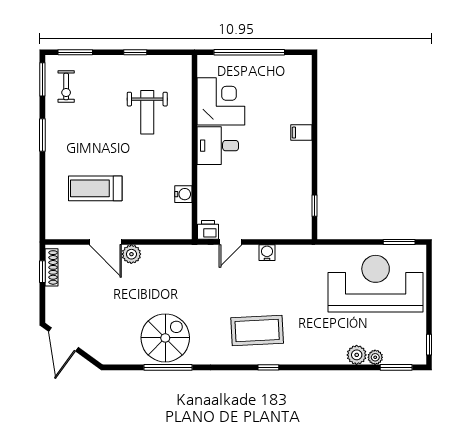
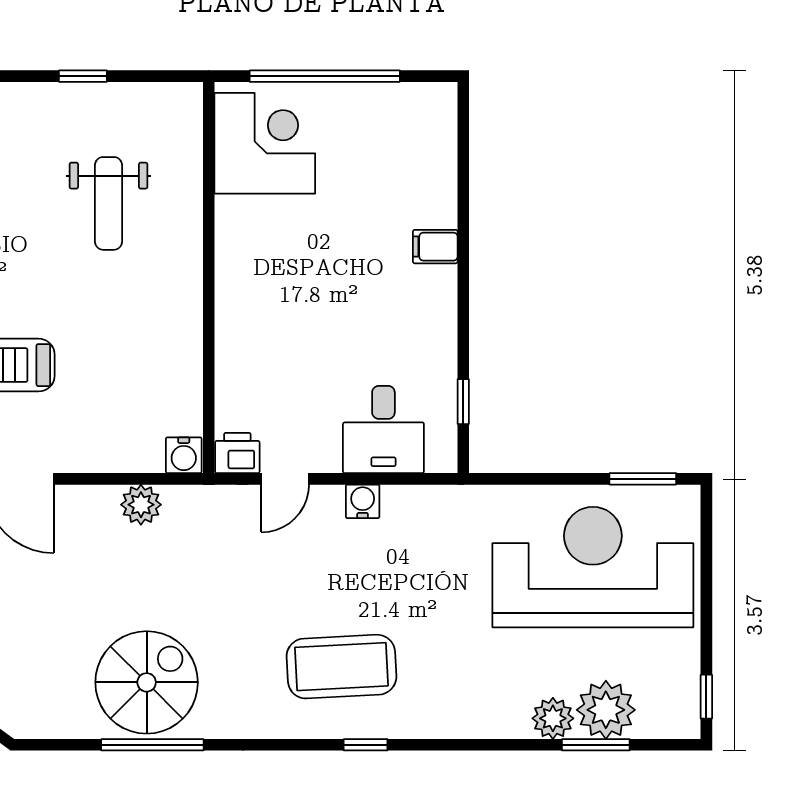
corner desk: (221, 101) -> (265, 143), moved
desk: (218, 146) -> (383, 429), moved, turned -90
water cooler: (183, 194) -> (184, 455), moved, turned 90
plant: (131, 254) -> (141, 505), moved
plant: (375, 357) -> (606, 710), width x1.88, depth x1.88
window: (396, 367) -> (596, 745), moved

